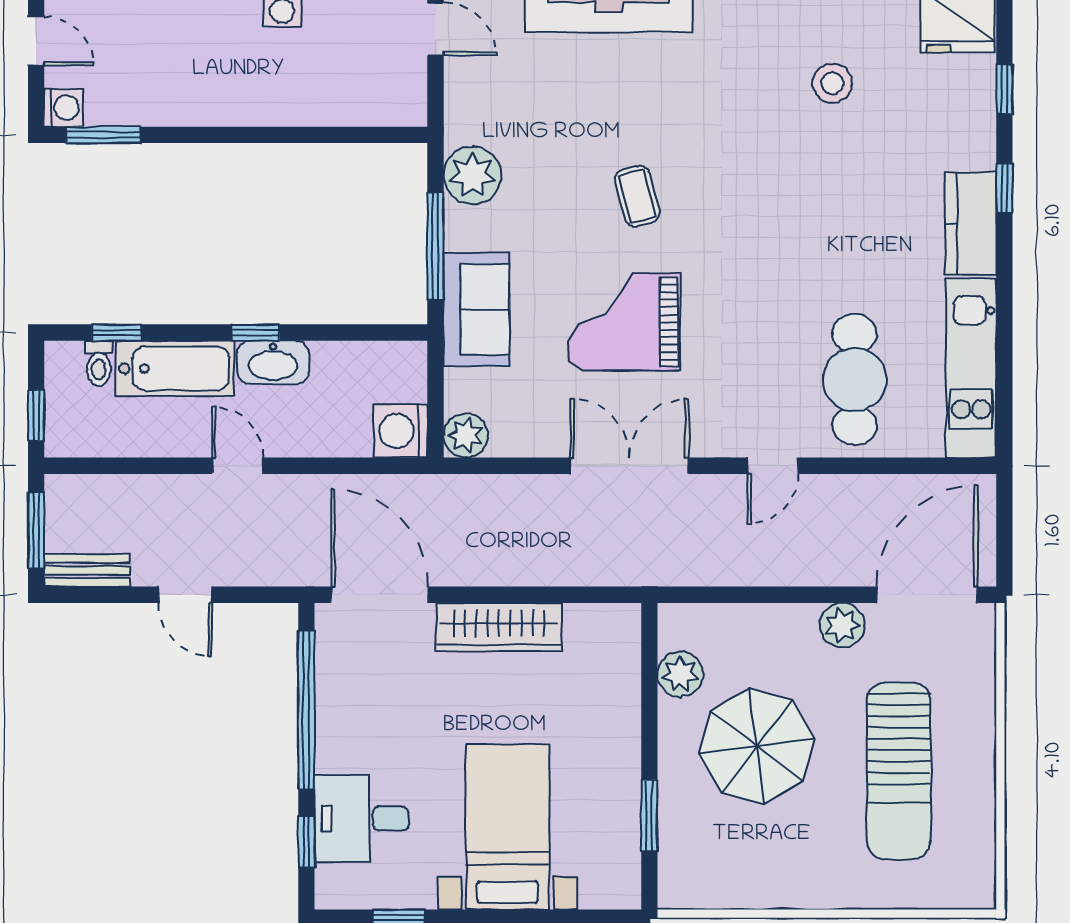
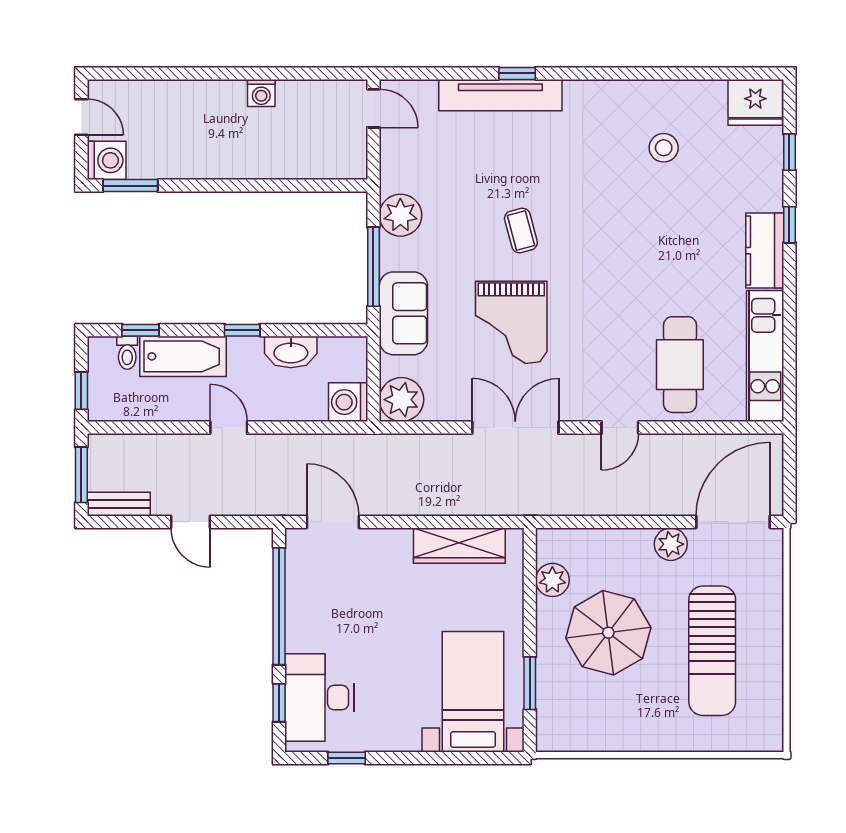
washing machine: (63, 108) -> (107, 160), width x1.38, depth x1.38
grand piano: (624, 322) -> (511, 322), turned -90
washbasin: (273, 362) -> (291, 352), moved
plant: (466, 435) -> (401, 400), width x1.36, depth x1.36
door: (380, 595) -> (333, 522), width x0.73
wardrobe: (499, 627) -> (459, 546), moved
desk: (362, 819) -> (319, 697), width x1.37
bed with nightstands: (507, 827) -> (473, 692), moved

